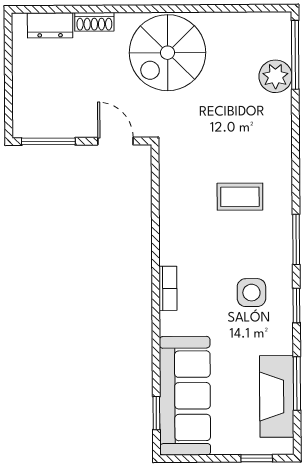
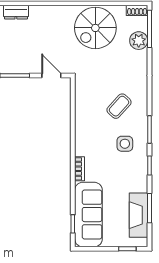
shoe rack: (94, 22) -> (137, 10), moved
spiral stairs: (167, 53) -> (95, 28), moved
coffee table: (240, 197) -> (119, 106), turned -48
bookcase: (168, 288) -> (79, 169), moved
side table: (251, 293) -> (125, 144), moved

